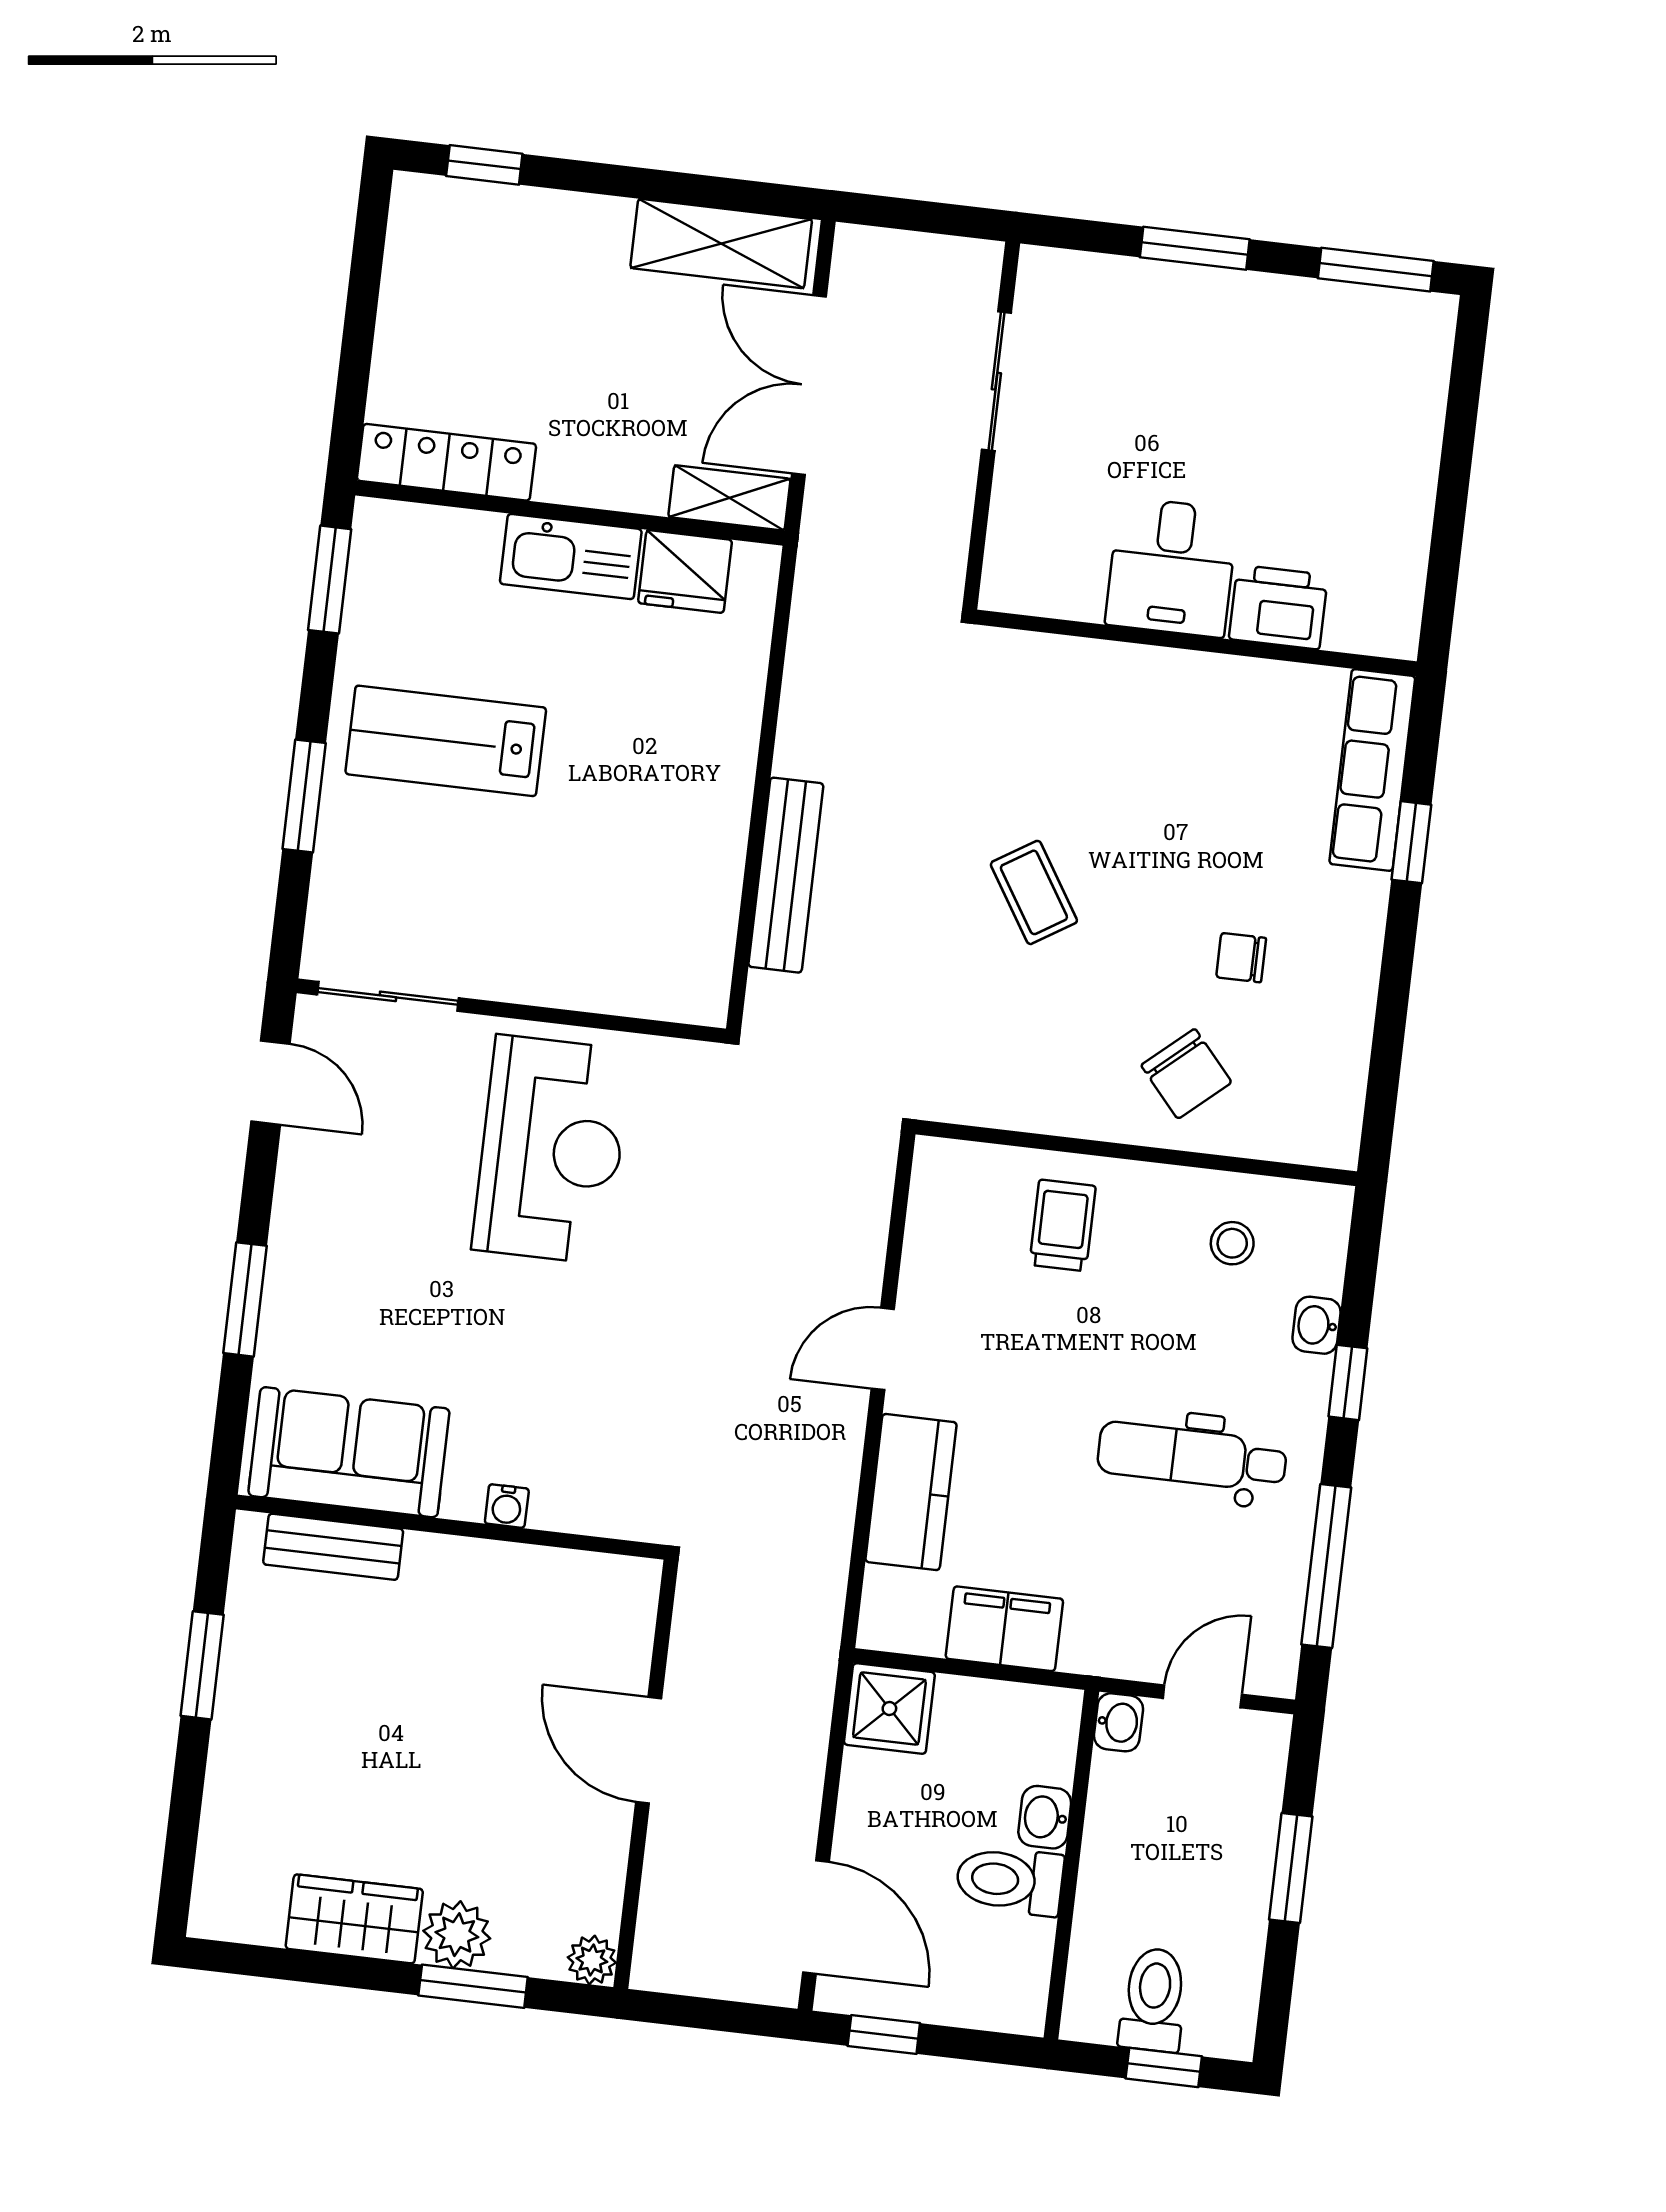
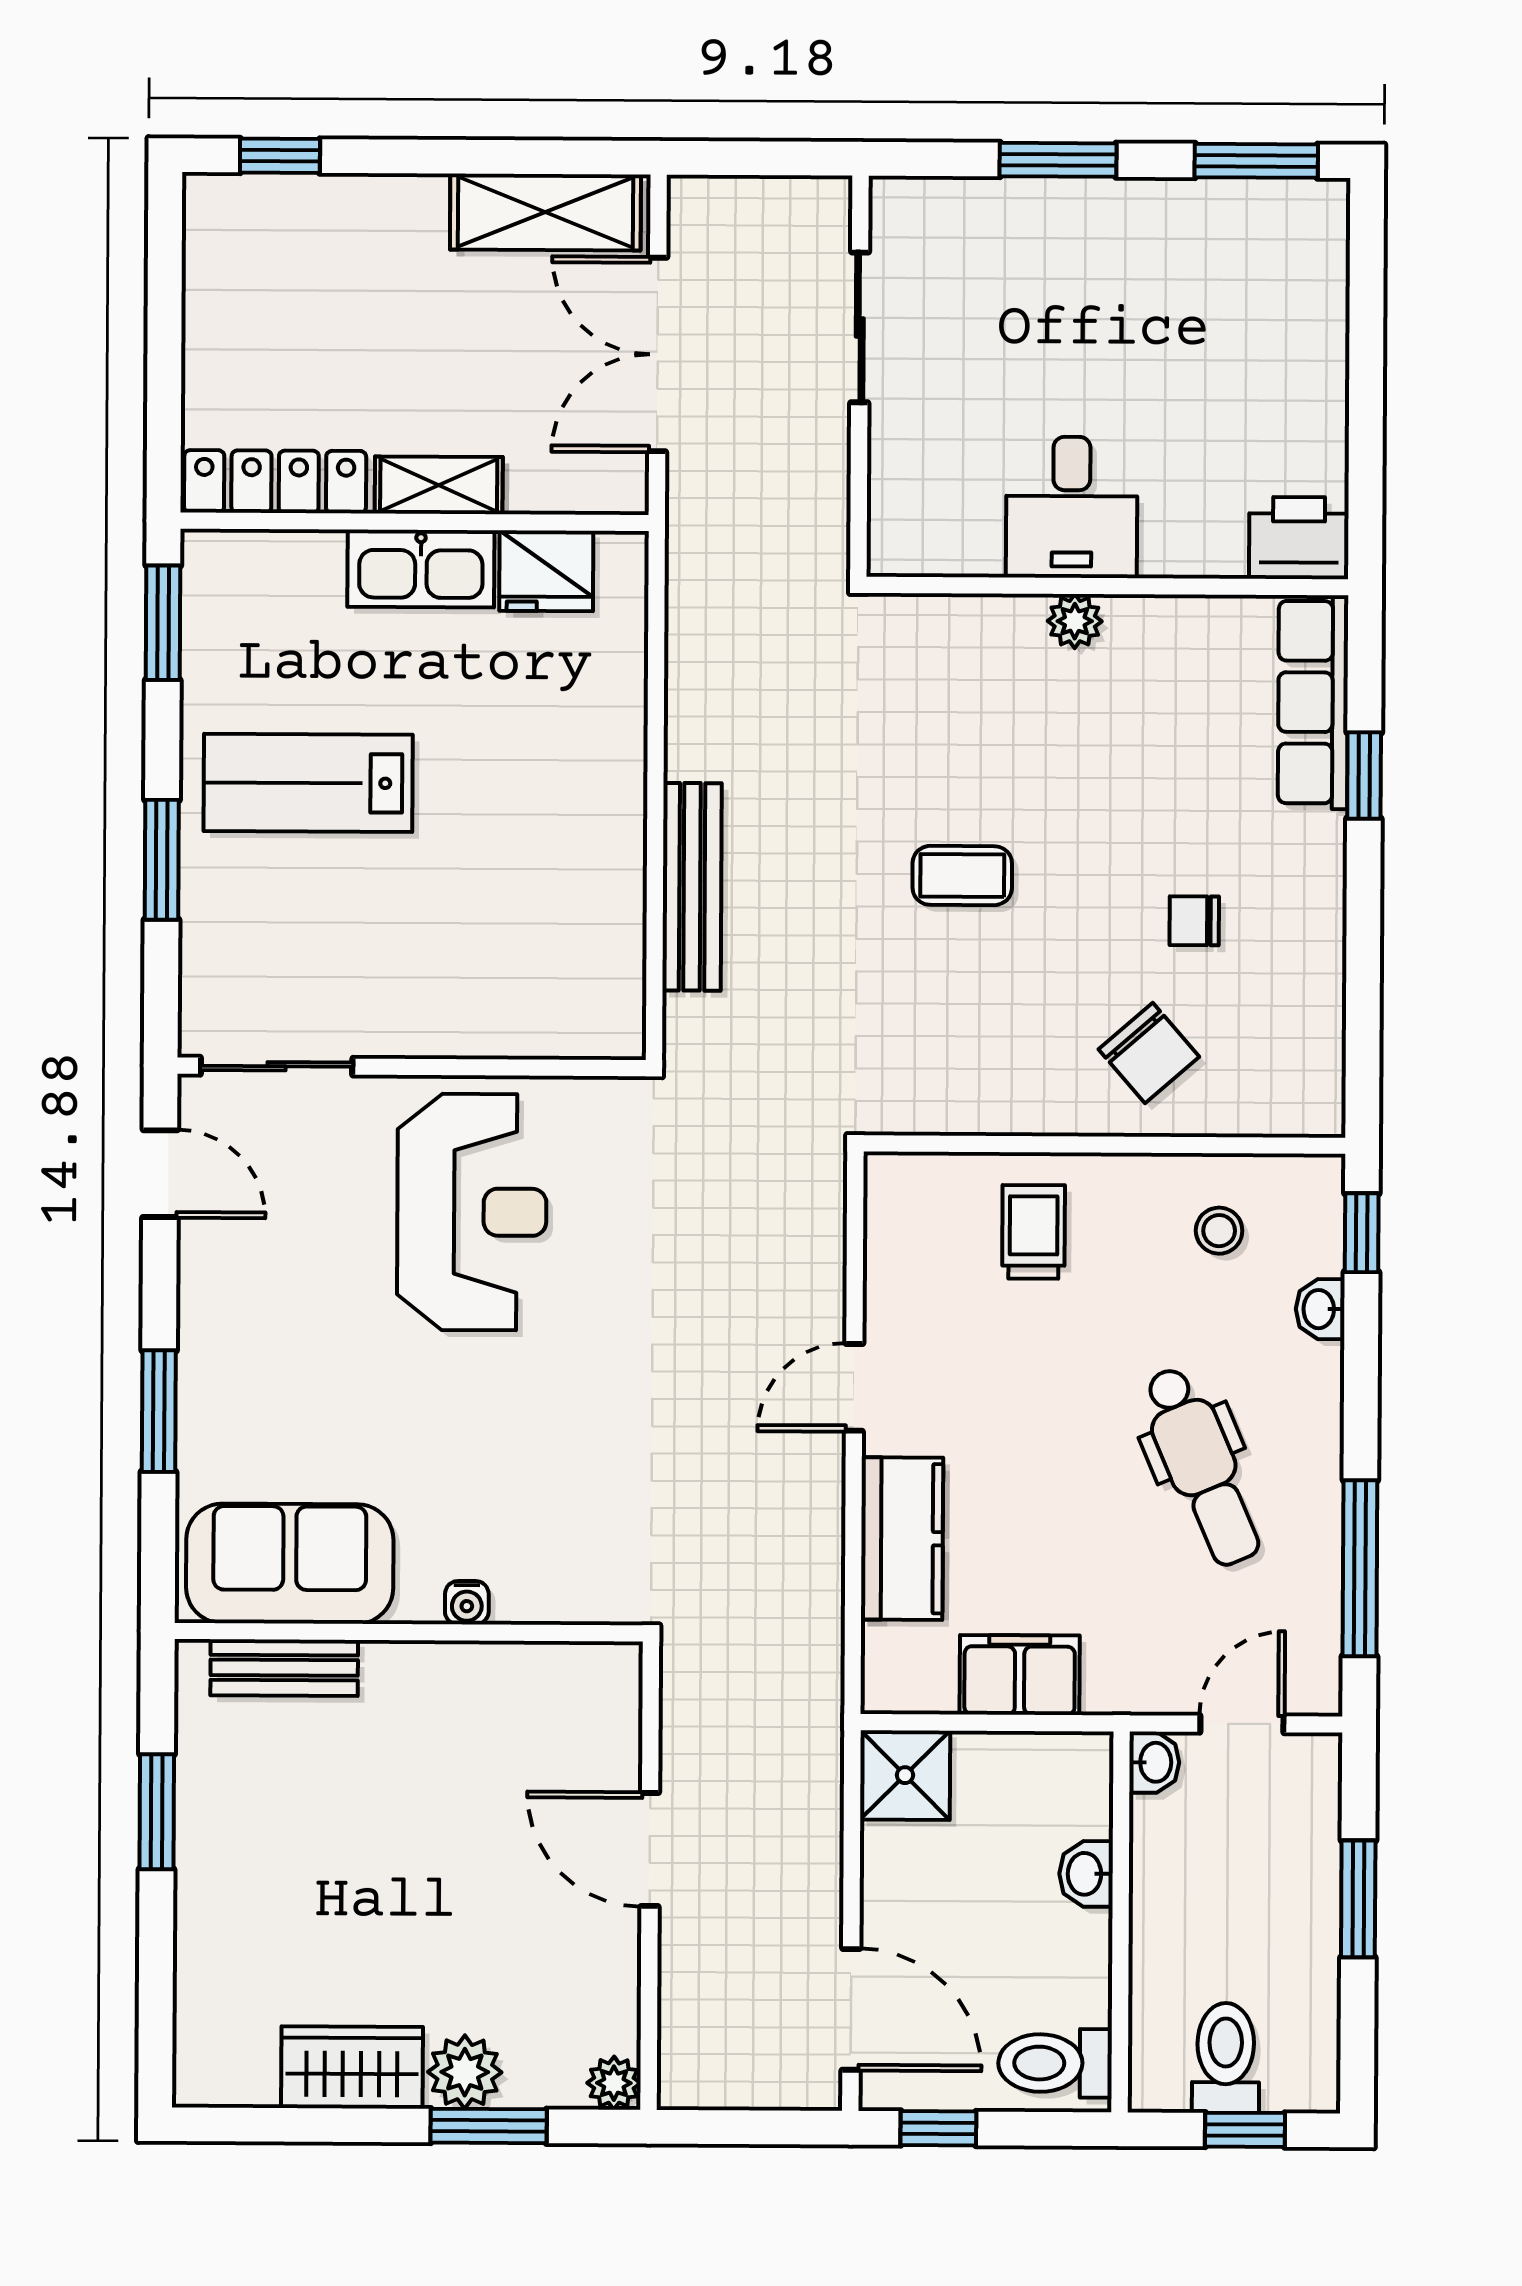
shelving: (729, 498) -> (439, 485), moved
printer: (1278, 607) -> (1299, 538), moved
plant: (1163, 672) -> (1075, 621), added
coffee table: (1034, 892) -> (962, 876), turned -58
window: (1348, 1382) -> (1362, 1233), moved
dental chair: (1192, 1457) -> (1202, 1466), turned -113
toilet: (1010, 1880) -> (1055, 2063), moved

